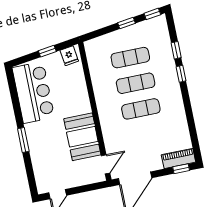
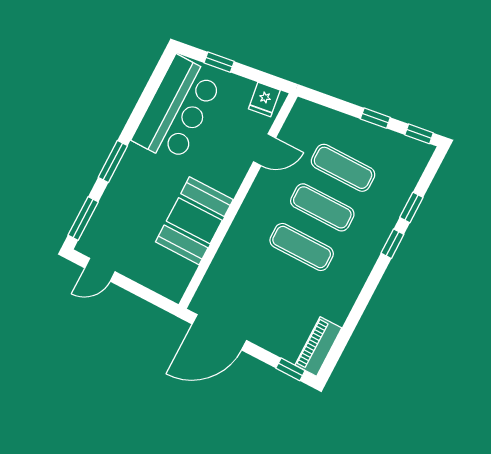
window: (47, 51) -> (219, 62), moved
piano: (178, 158) -> (318, 347), moved, turned -90
door: (106, 164) -> (265, 150), moved
window: (31, 177) -> (83, 218), added

